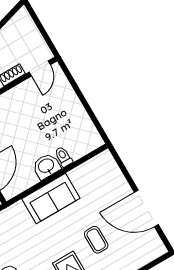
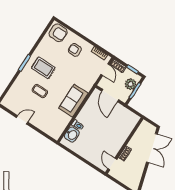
washbasin: (46, 166) -> (72, 135), moved
door: (146, 209) -> (22, 120), width x0.53

